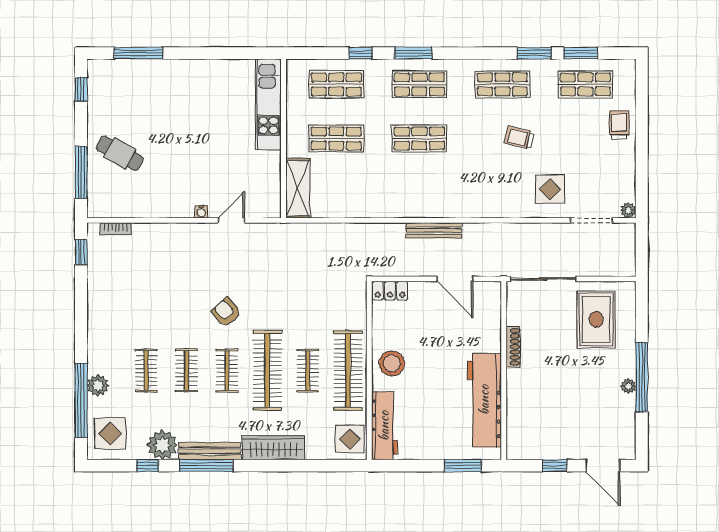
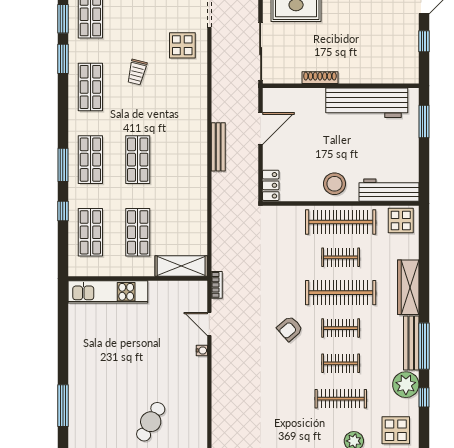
bookcase: (116, 229) -> (217, 285), moved
clothes rail: (146, 370) -> (341, 399), width x1.36

